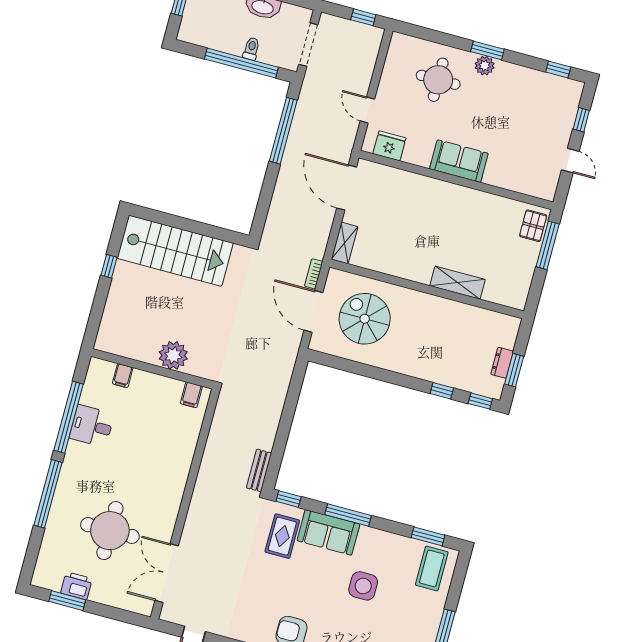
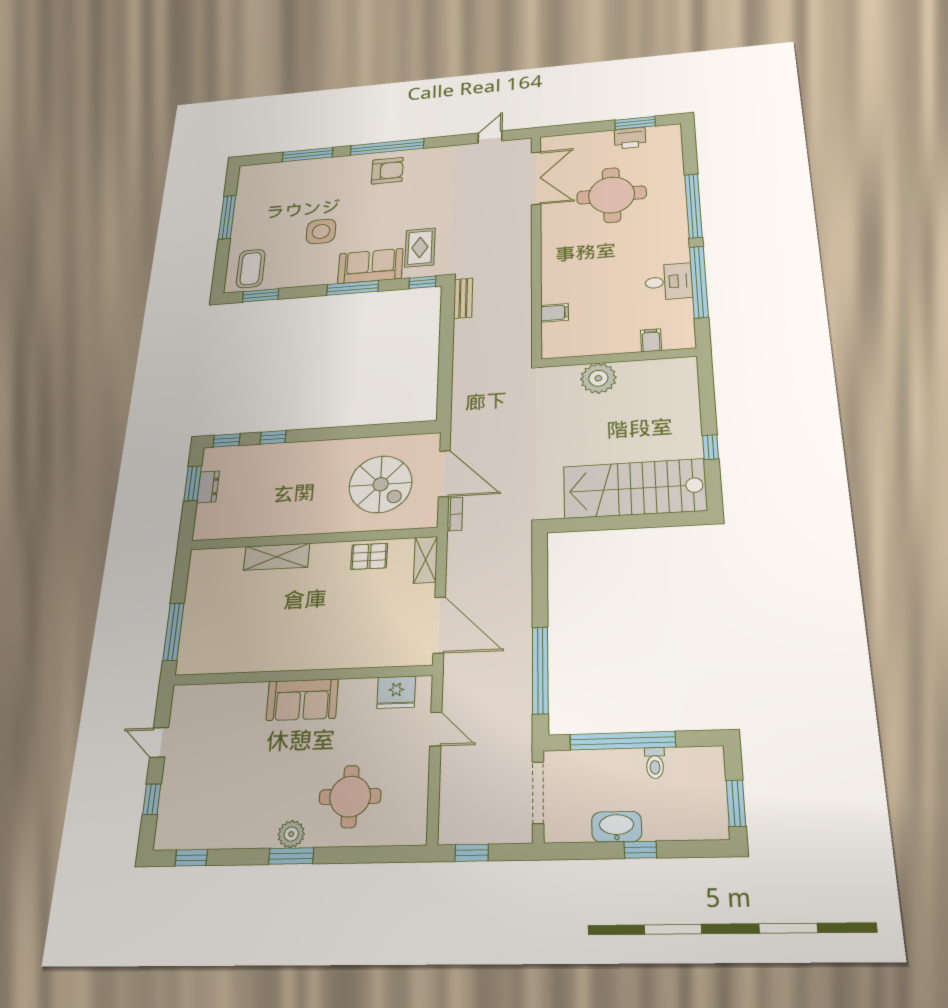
toilet: (251, 49) -> (655, 763), moved
pallet: (533, 226) -> (369, 556), moved, turned 90
filing cabinet: (191, 395) -> (555, 313), moved, turned 90

